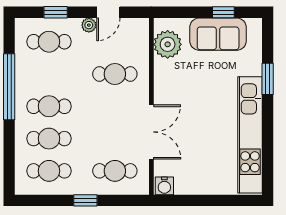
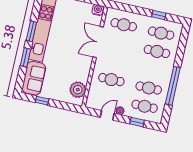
sofa: (218, 34) -> (34, 78), moved, turned 90
cafe table: (49, 106) -> (149, 88), moved
window: (268, 125) -> (31, 31), added
window: (85, 200) -> (159, 15), moved

